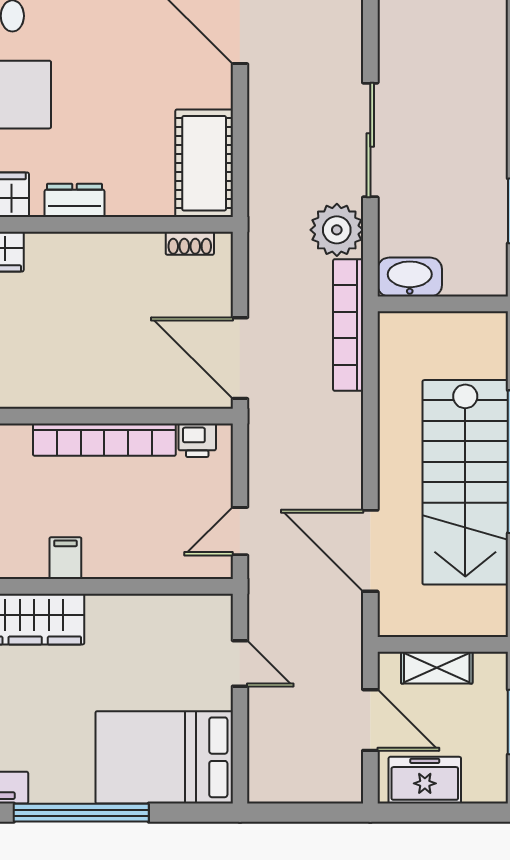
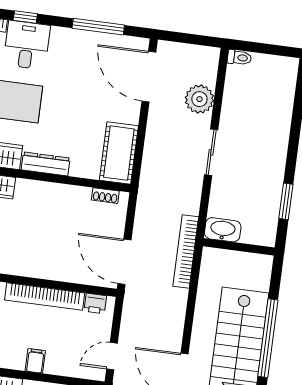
sliding door: (370, 140) -> (211, 152), width x0.73
dresser: (74, 200) -> (46, 164), width x1.44
plant: (337, 230) -> (199, 99), moved
filing cabinet: (65, 558) -> (35, 361), moved

